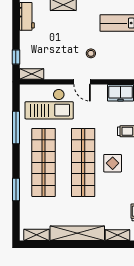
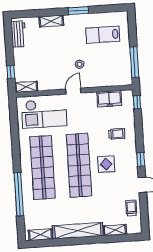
door: (82, 82) -> (73, 91), swing flipped
window: (16, 127) -> (15, 137), removed
window: (16, 190) -> (19, 194), width x2.11

